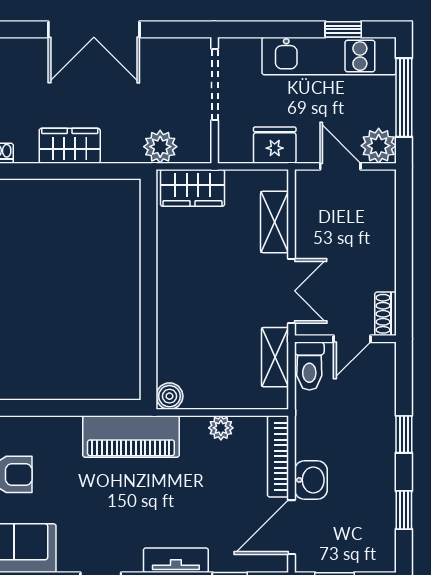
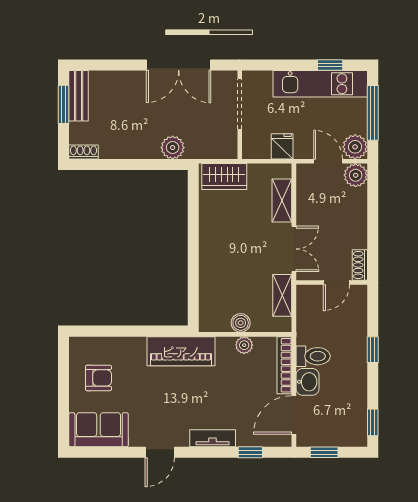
double door: (94, 29) -> (179, 65), moved
fridge: (275, 145) -> (282, 146), width x0.72
wardrobe: (70, 146) -> (138, 147), removed
plant: (160, 147) -> (173, 148), moved
plant: (379, 186) -> (356, 175), added
toilet: (309, 366) -> (313, 356), moved, turned -90
boiler: (169, 396) -> (241, 323), moved
window: (404, 510) -> (373, 422), moved

